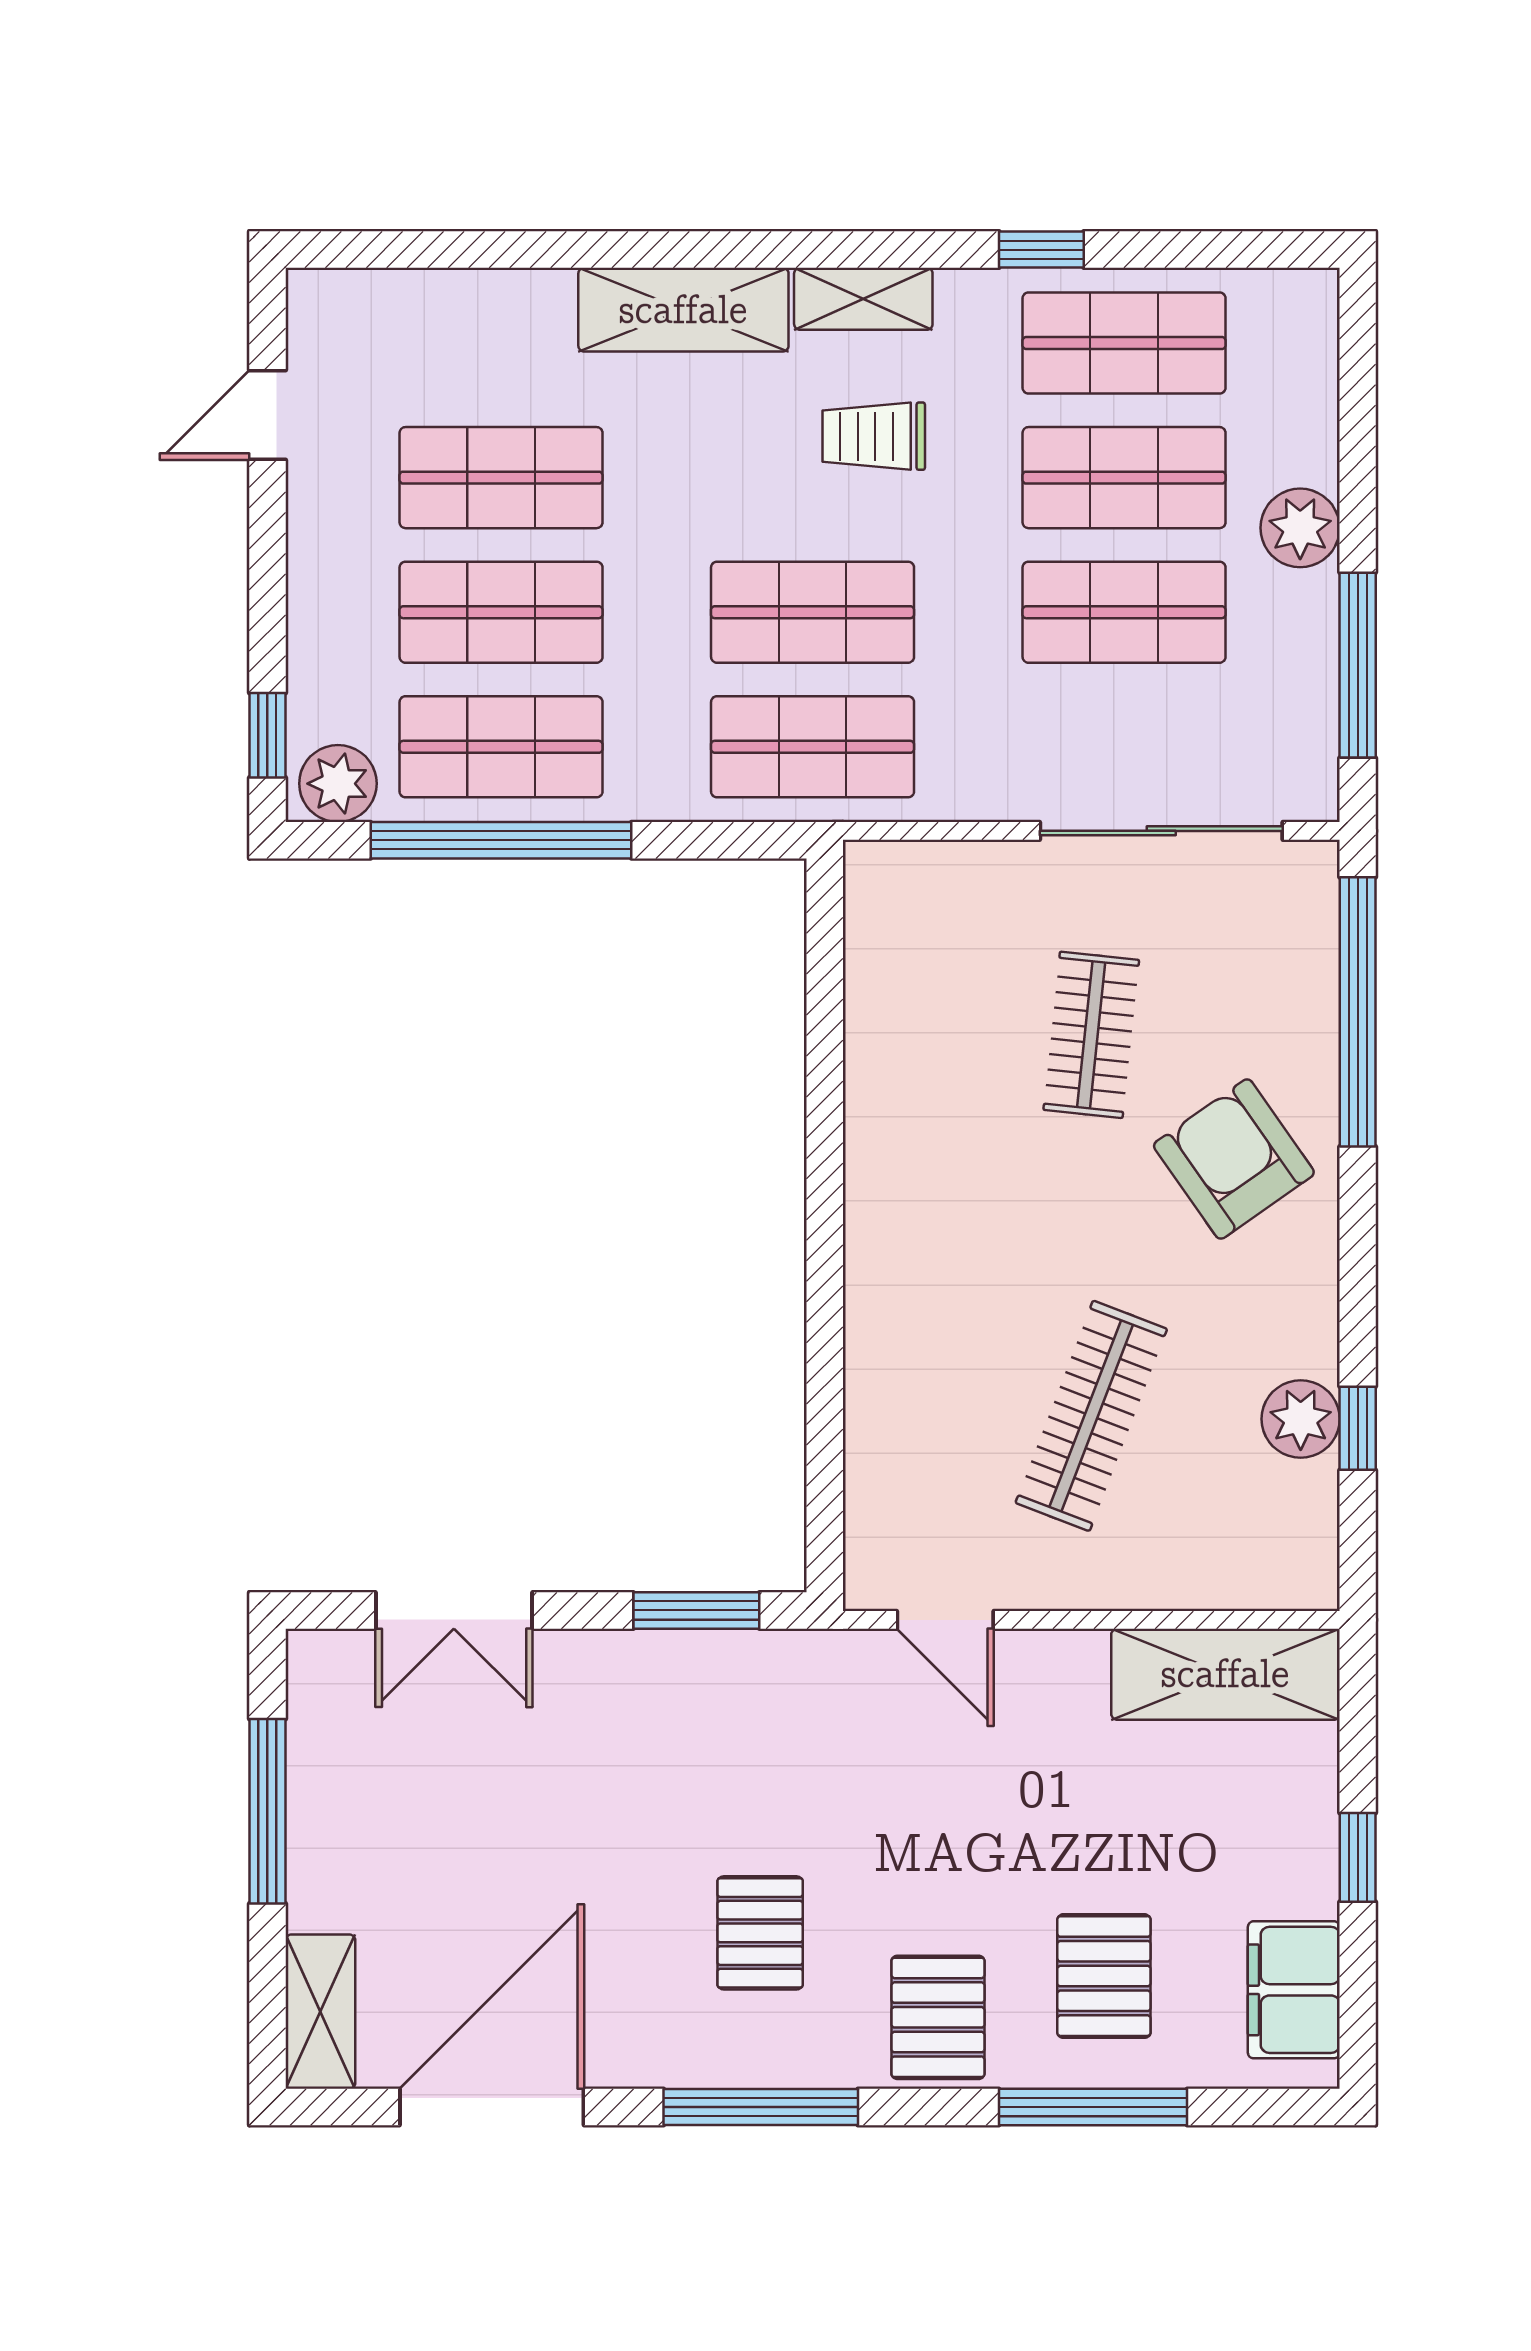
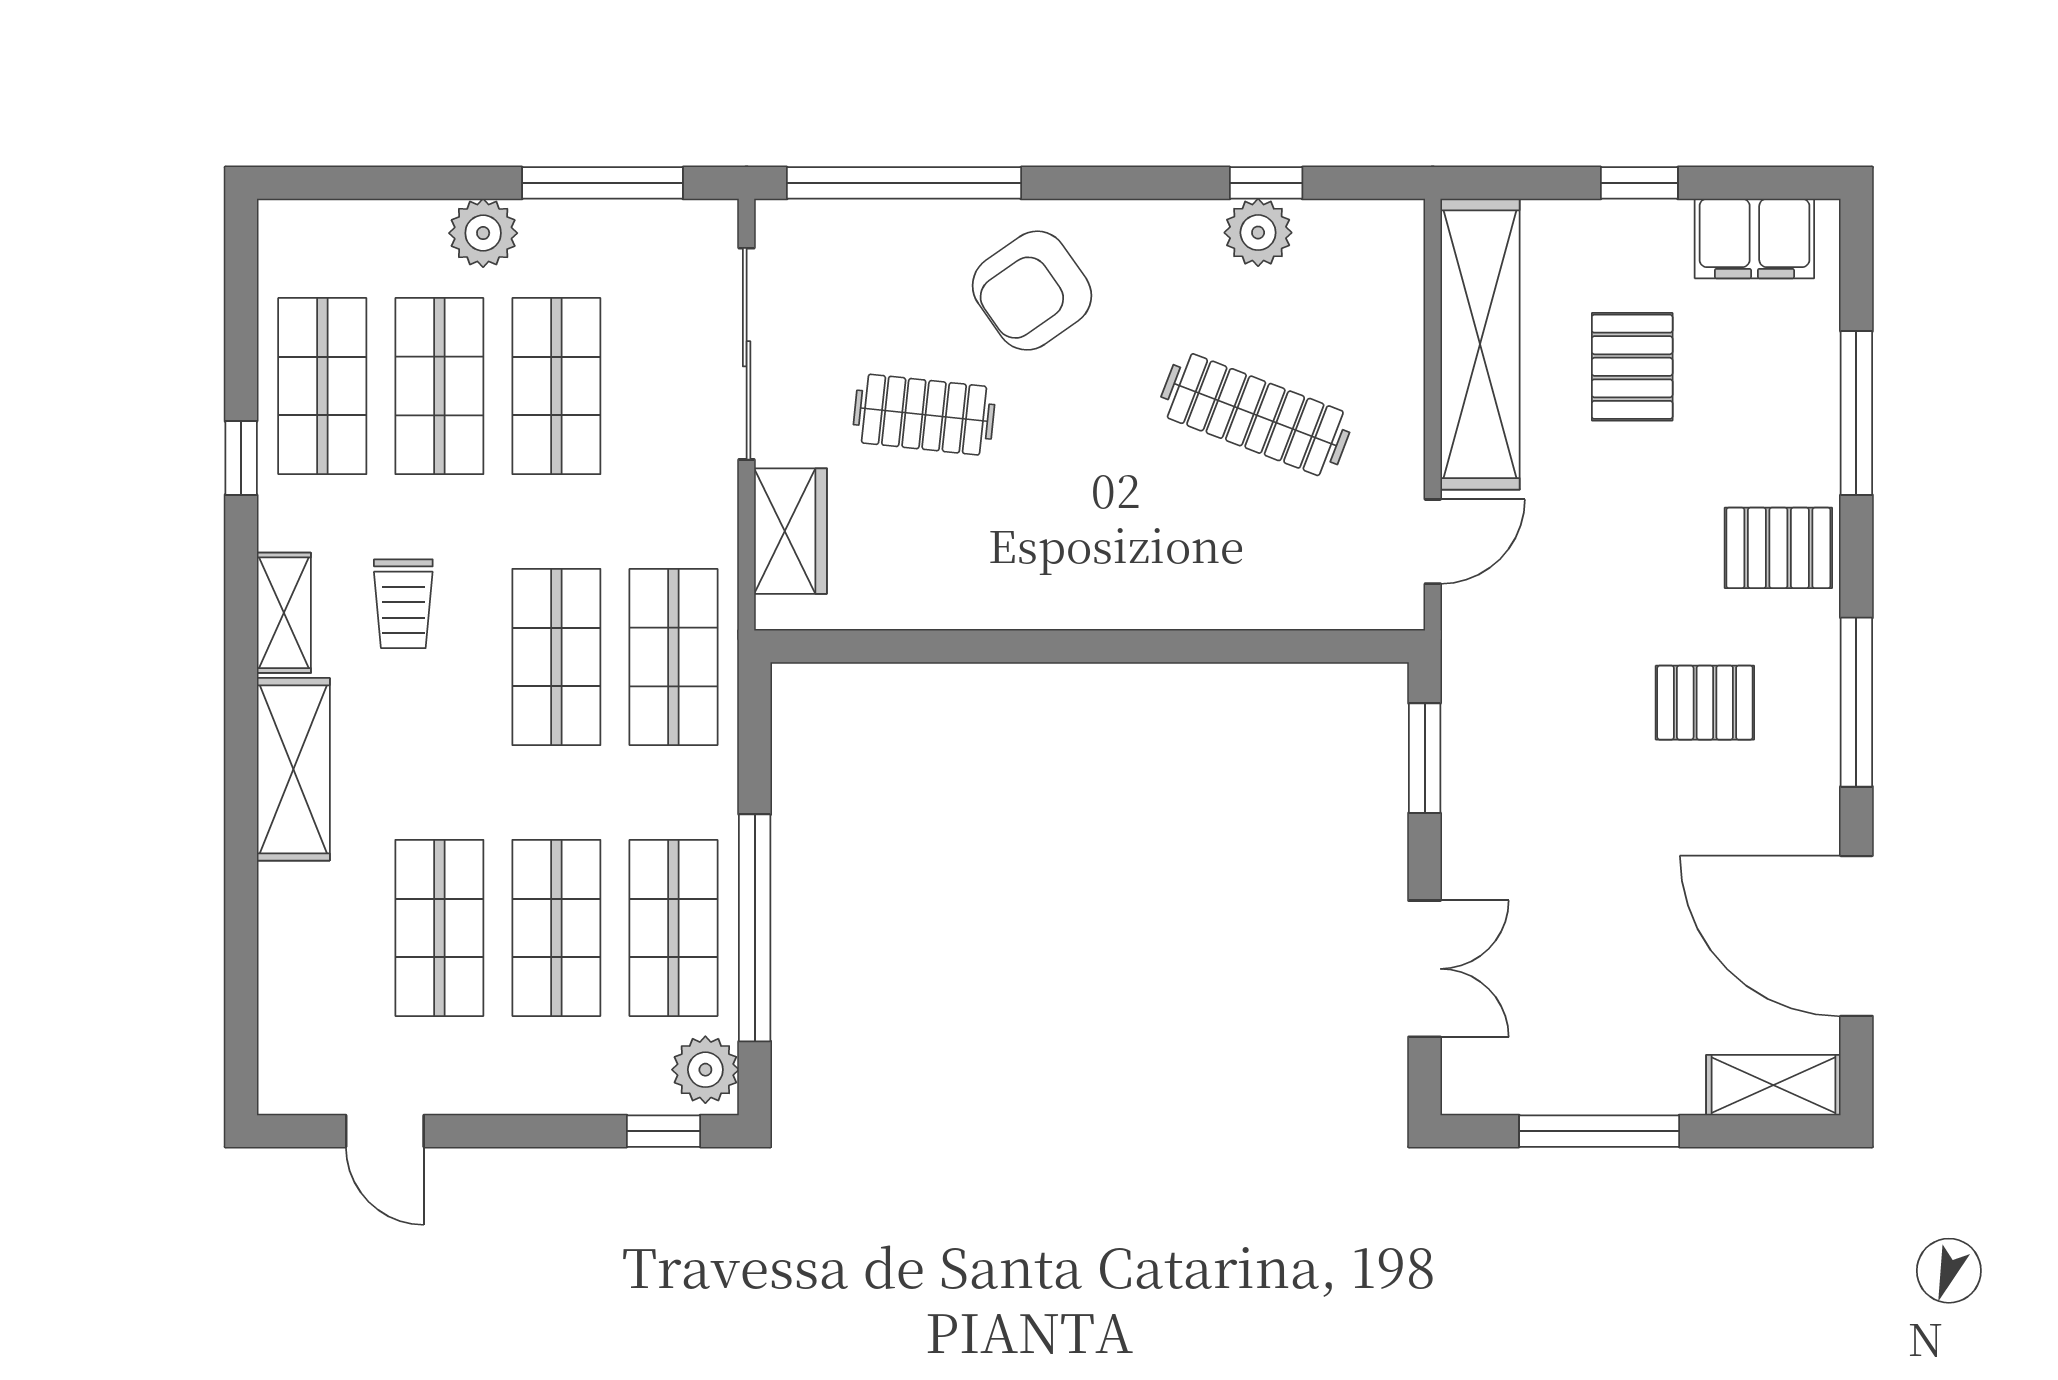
wardrobe: (957, 881) -> (791, 531), added
shelving: (1225, 1674) -> (1480, 344), width x1.47
pallet: (1104, 1976) -> (1632, 367), moved, turned 90

